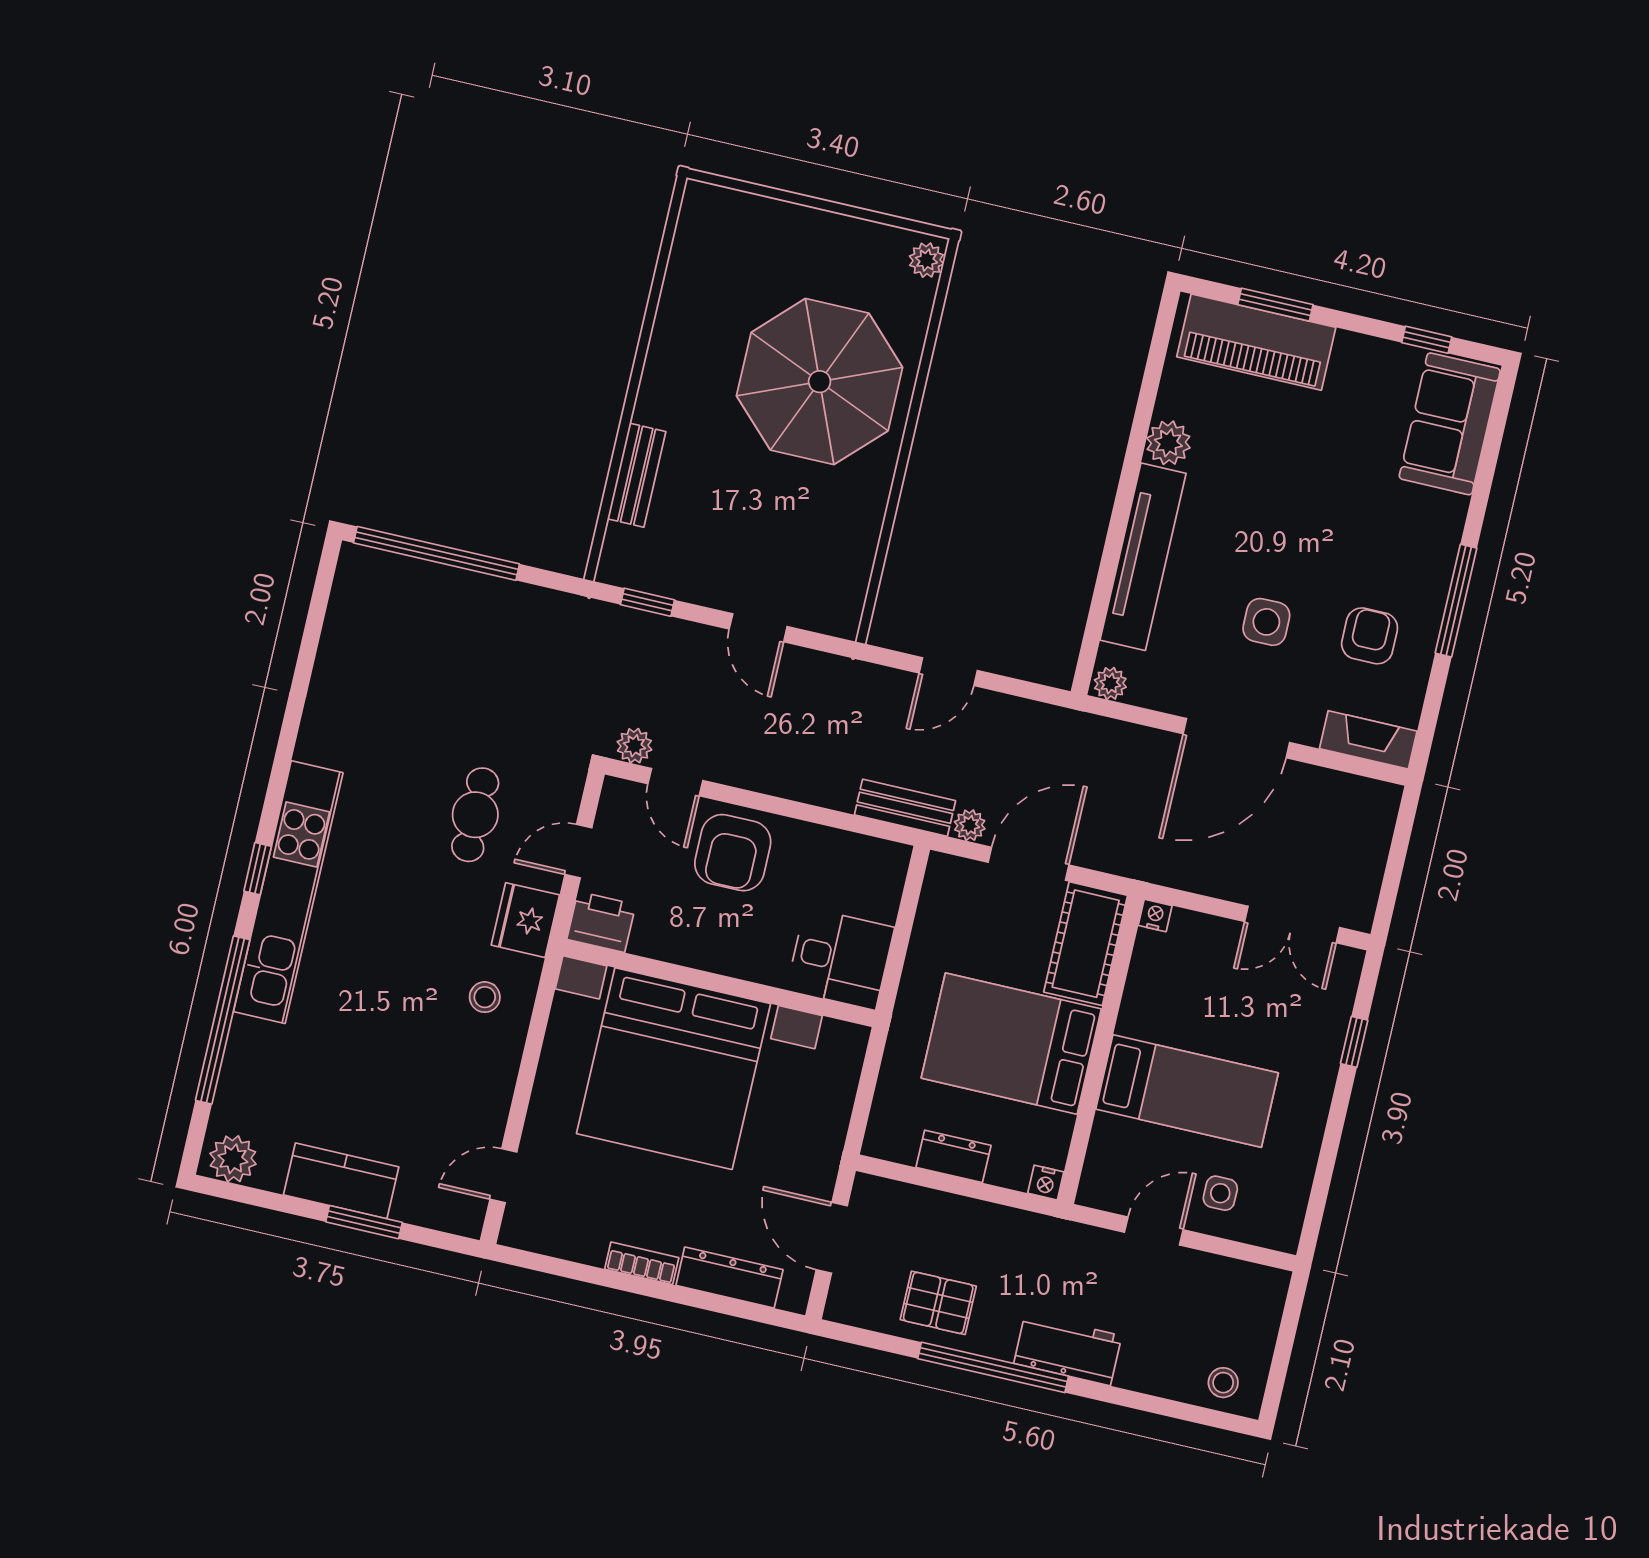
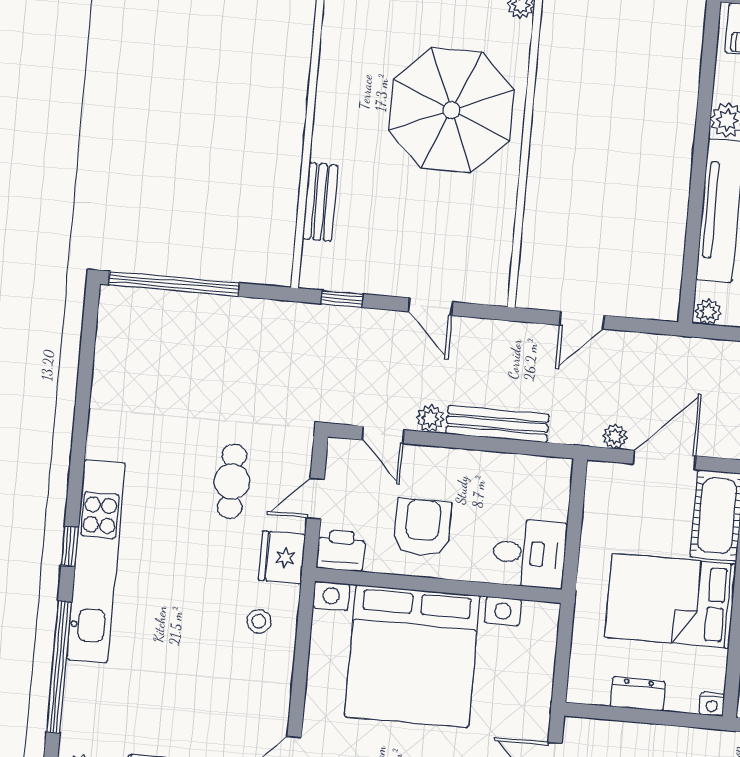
plant: (634, 746) -> (430, 418), moved
bench: (905, 808) -> (497, 424), moved, width x1.36
armchair: (733, 853) -> (422, 528), moved, turned 180

